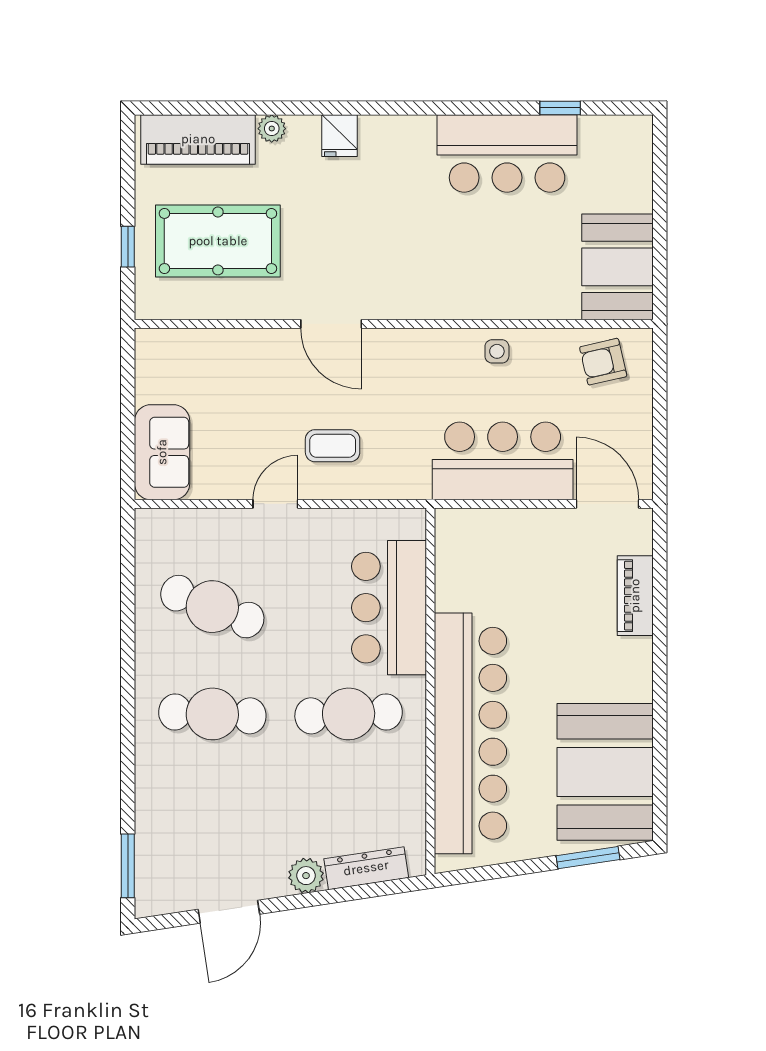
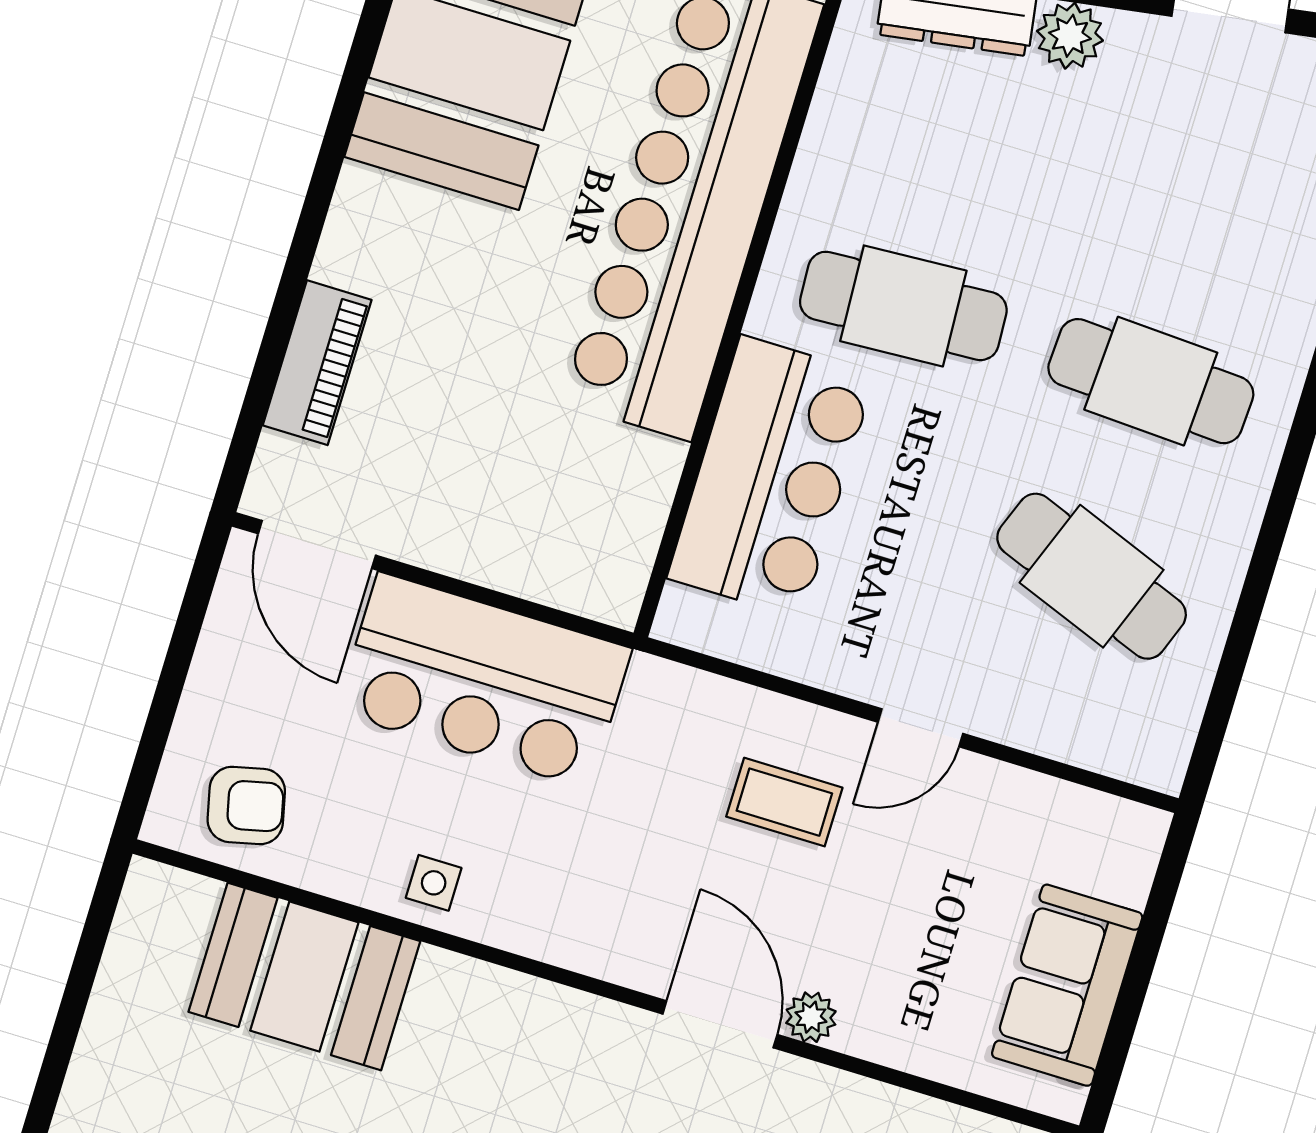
booth: (618, 267) -> (304, 976), moved, turned 90
plant: (286, 341) -> (811, 1017), added
sofa: (162, 452) -> (1067, 985), moved

